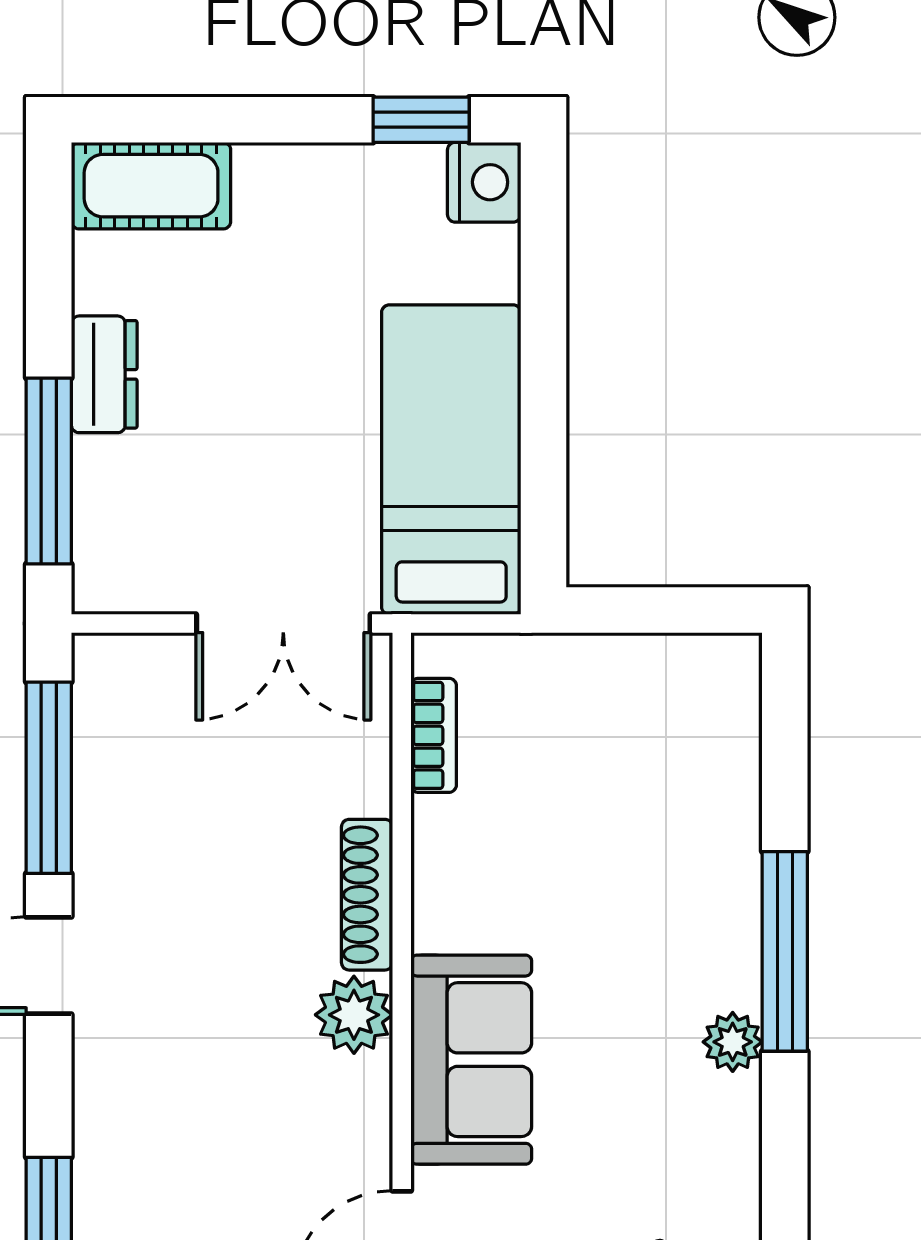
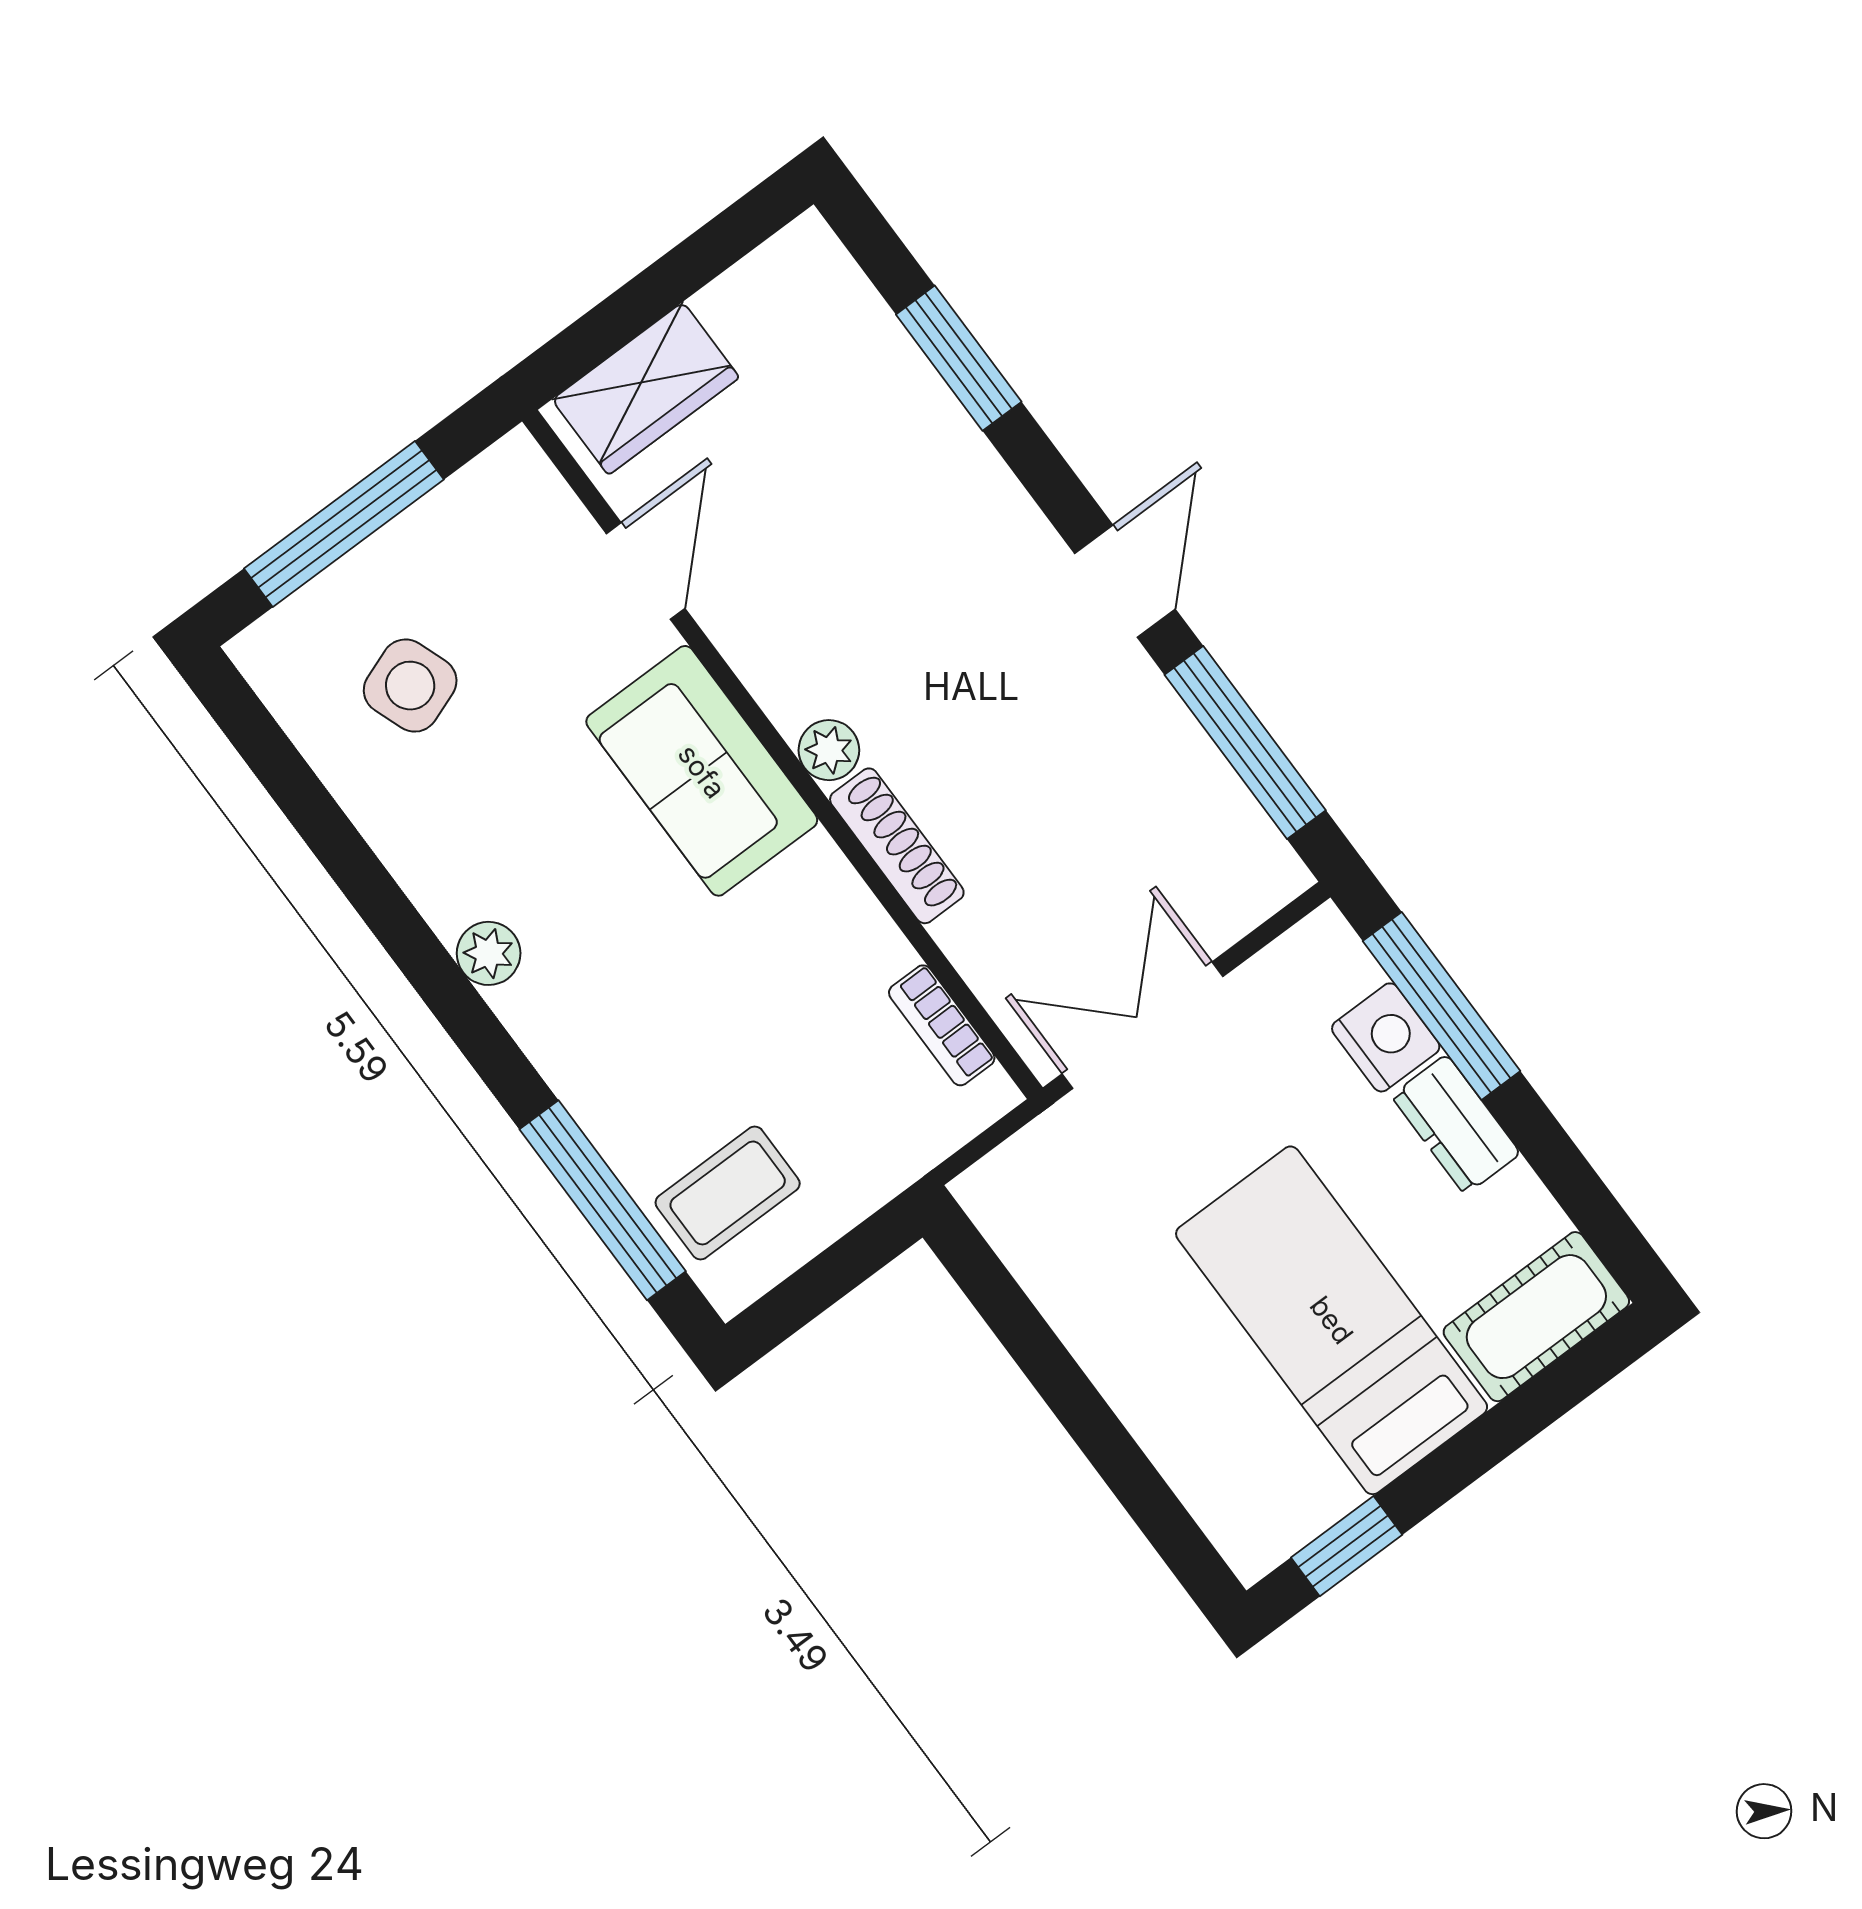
nightstand: (484, 182) -> (1386, 1037), moved, turned 180
bed: (451, 460) -> (1332, 1320), moved, turned 180
coffee table: (687, 729) -> (728, 1193), added
window: (785, 951) -> (603, 1200), moved
plant: (354, 1015) -> (829, 750), width x0.73, depth x0.73

